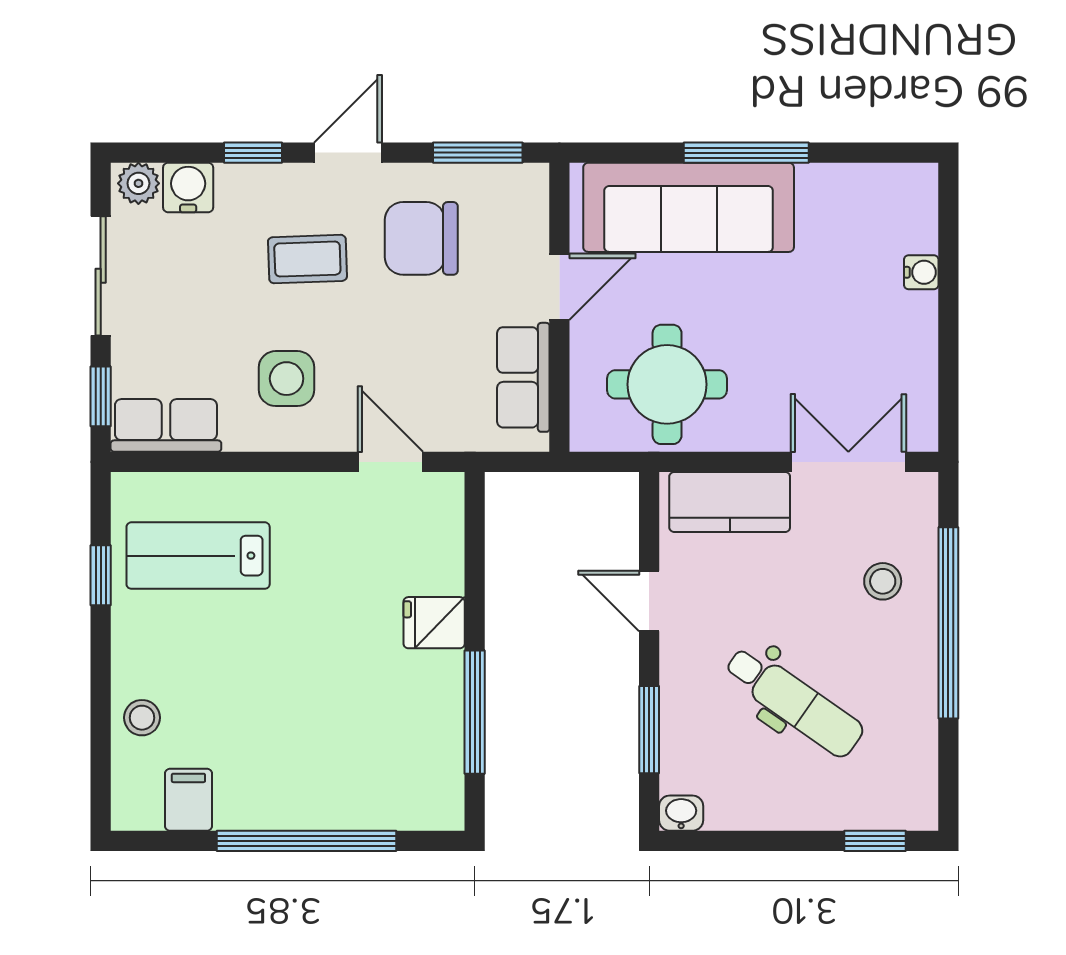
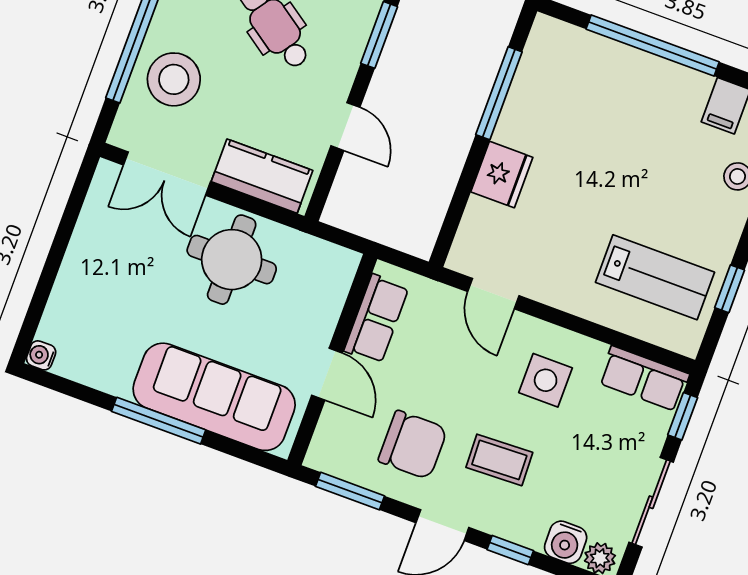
water cooler: (921, 272) -> (41, 355), moved
door: (559, 287) -> (327, 374), swing flipped
round table: (667, 384) -> (232, 260), moved
stool: (883, 581) -> (174, 79), width x1.89, depth x1.89
fridge: (434, 623) -> (502, 175), width x1.38

